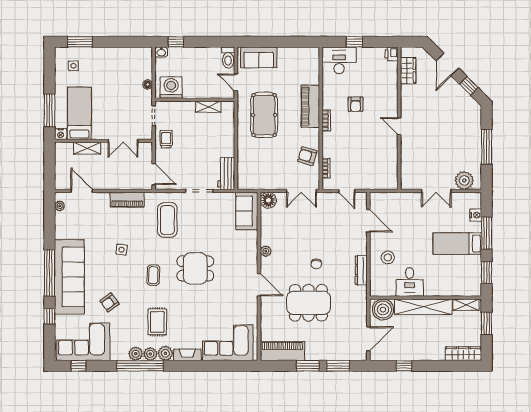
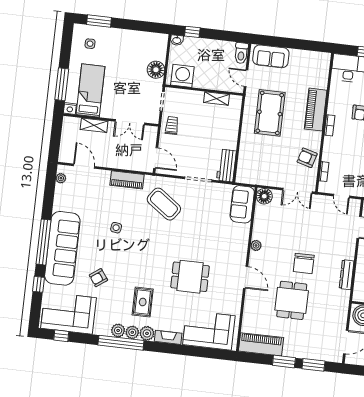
floor lamp: (148, 84) -> (156, 70), width x1.89, depth x1.89
coffee table: (167, 220) -> (164, 204), turned -54
chair: (316, 264) -> (304, 263), width x1.87, depth x1.87
dining table: (195, 268) -> (190, 277), moved
coffee table: (153, 275) -> (144, 256), removed
dining table: (308, 303) -> (292, 300), width x0.73

